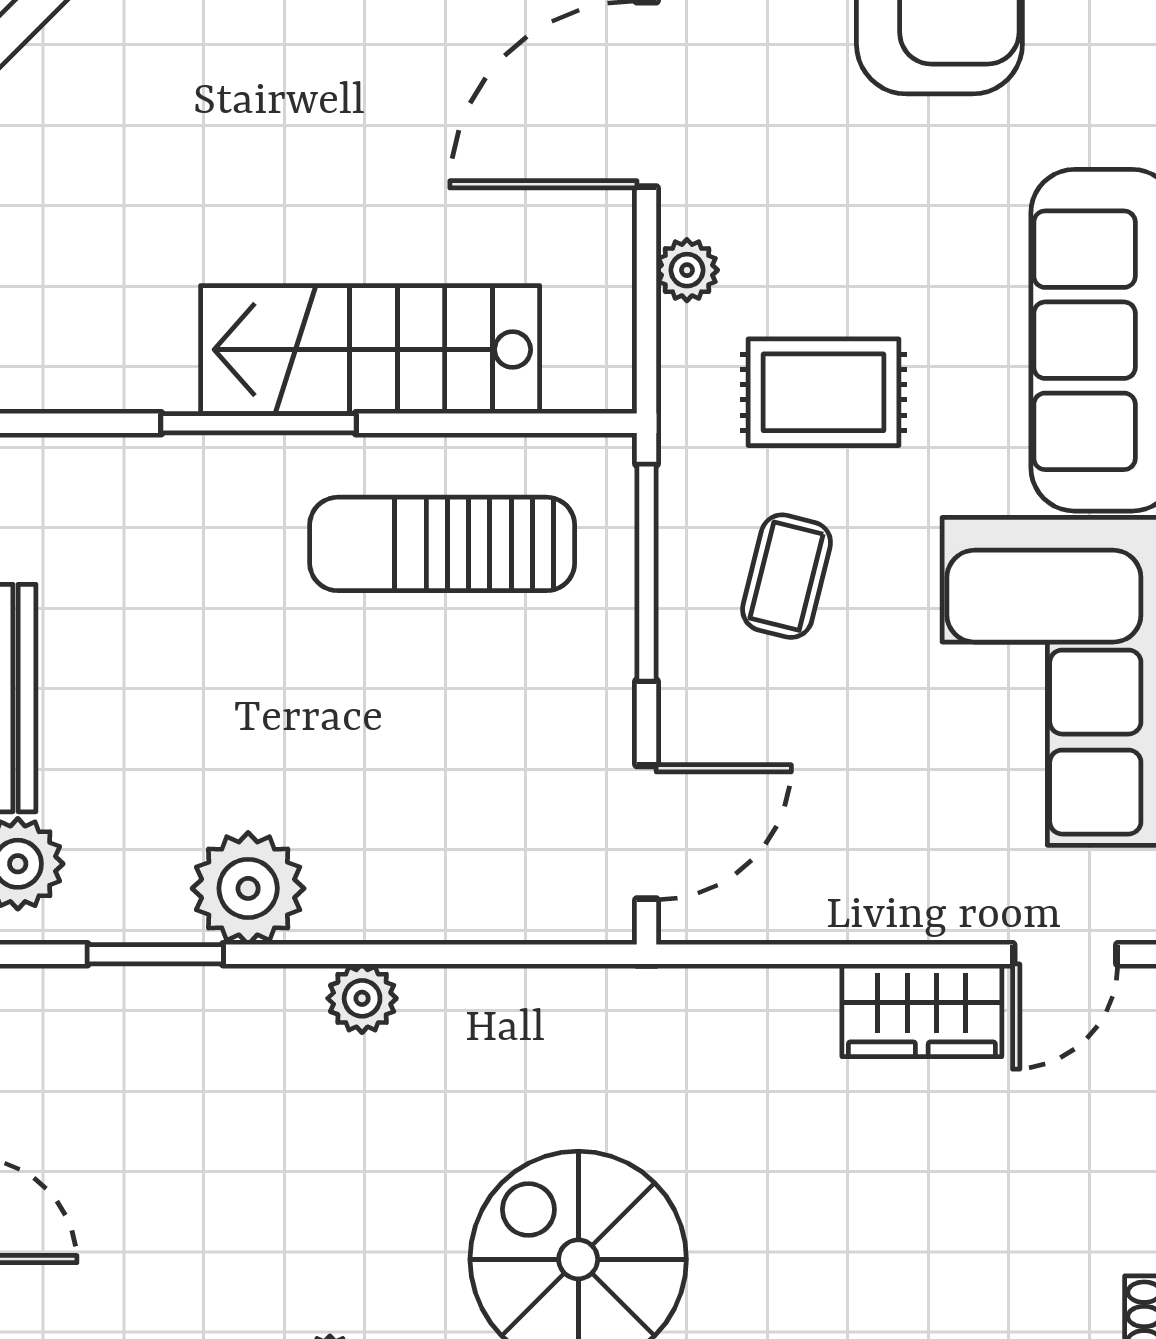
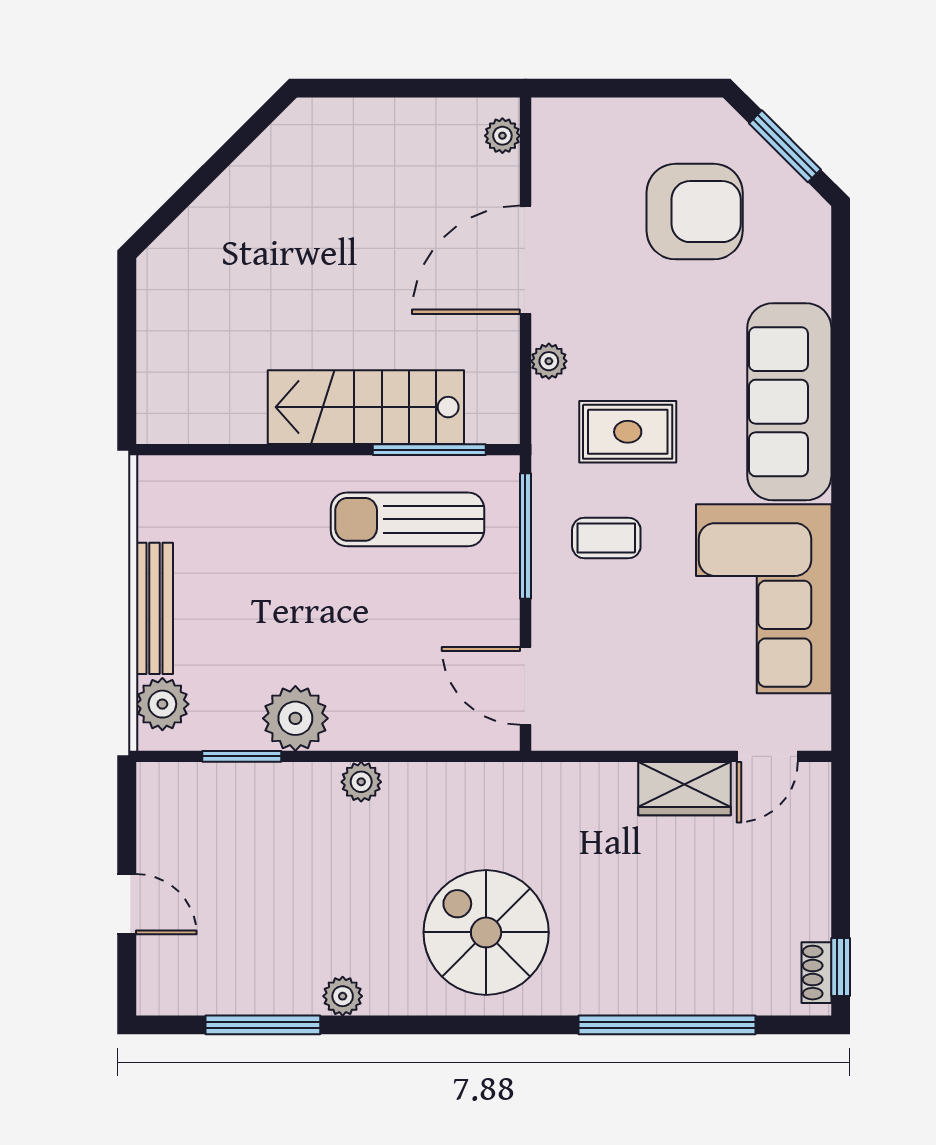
window: (259, 423) -> (429, 450), moved
coffee table: (787, 576) -> (606, 538), turned 76
door: (647, 832) -> (525, 686), swing flipped

